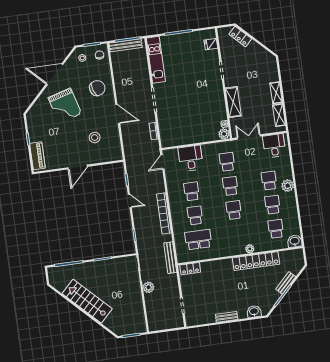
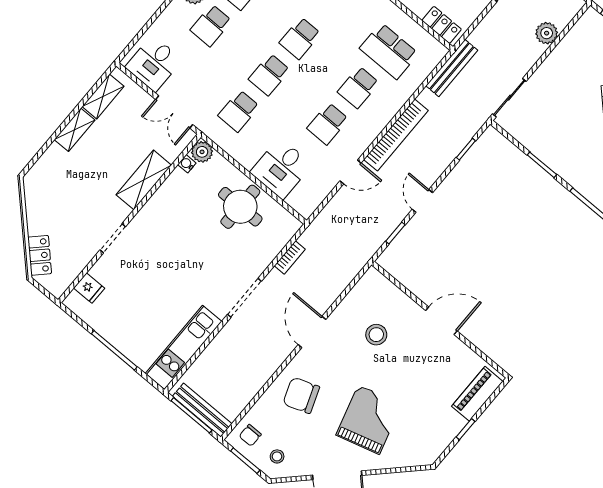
round table: (190, 130) -> (240, 207), added
door: (162, 162) -> (351, 172), moved
plant: (148, 287) -> (547, 33), moved

